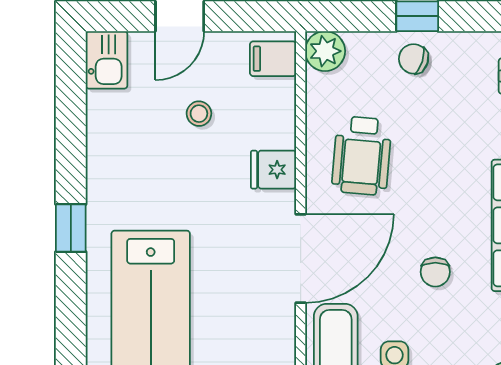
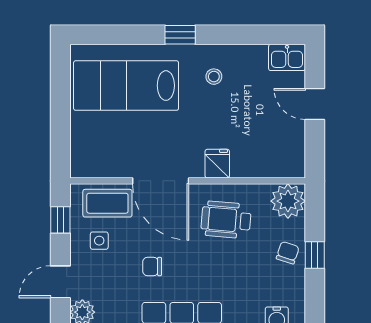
plant: (325, 51) -> (288, 201), width x1.36, depth x1.36
filing cabinet: (273, 59) -> (288, 163), removed
stool: (199, 114) -> (214, 77), moved

